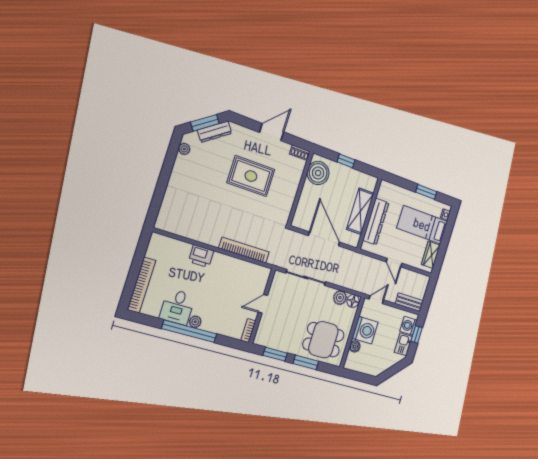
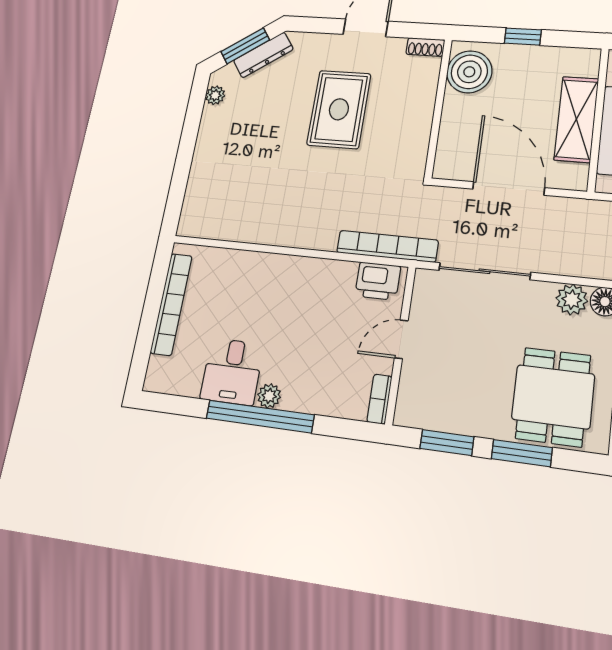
rug: (251, 176) -> (339, 109), turned 90
bookcase: (244, 250) -> (387, 246), moved
printer: (201, 256) -> (378, 281), moved
bookcase: (141, 285) -> (171, 304), moved
dining table: (323, 340) -> (553, 397), turned 90

